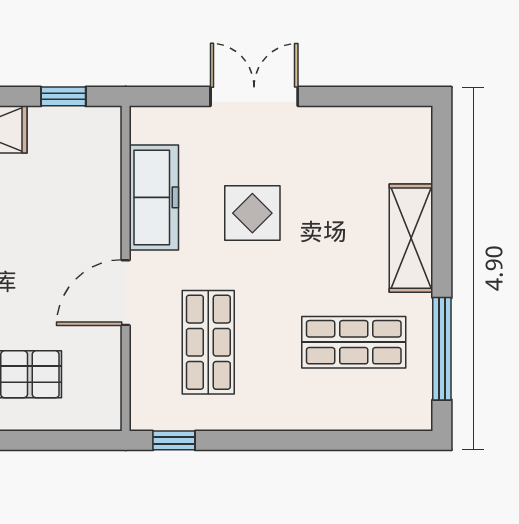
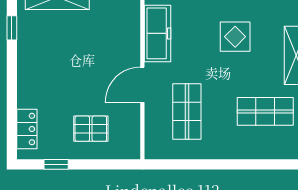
display table: (252, 213) -> (235, 37), moved
window: (174, 440) -> (168, 164), removed

